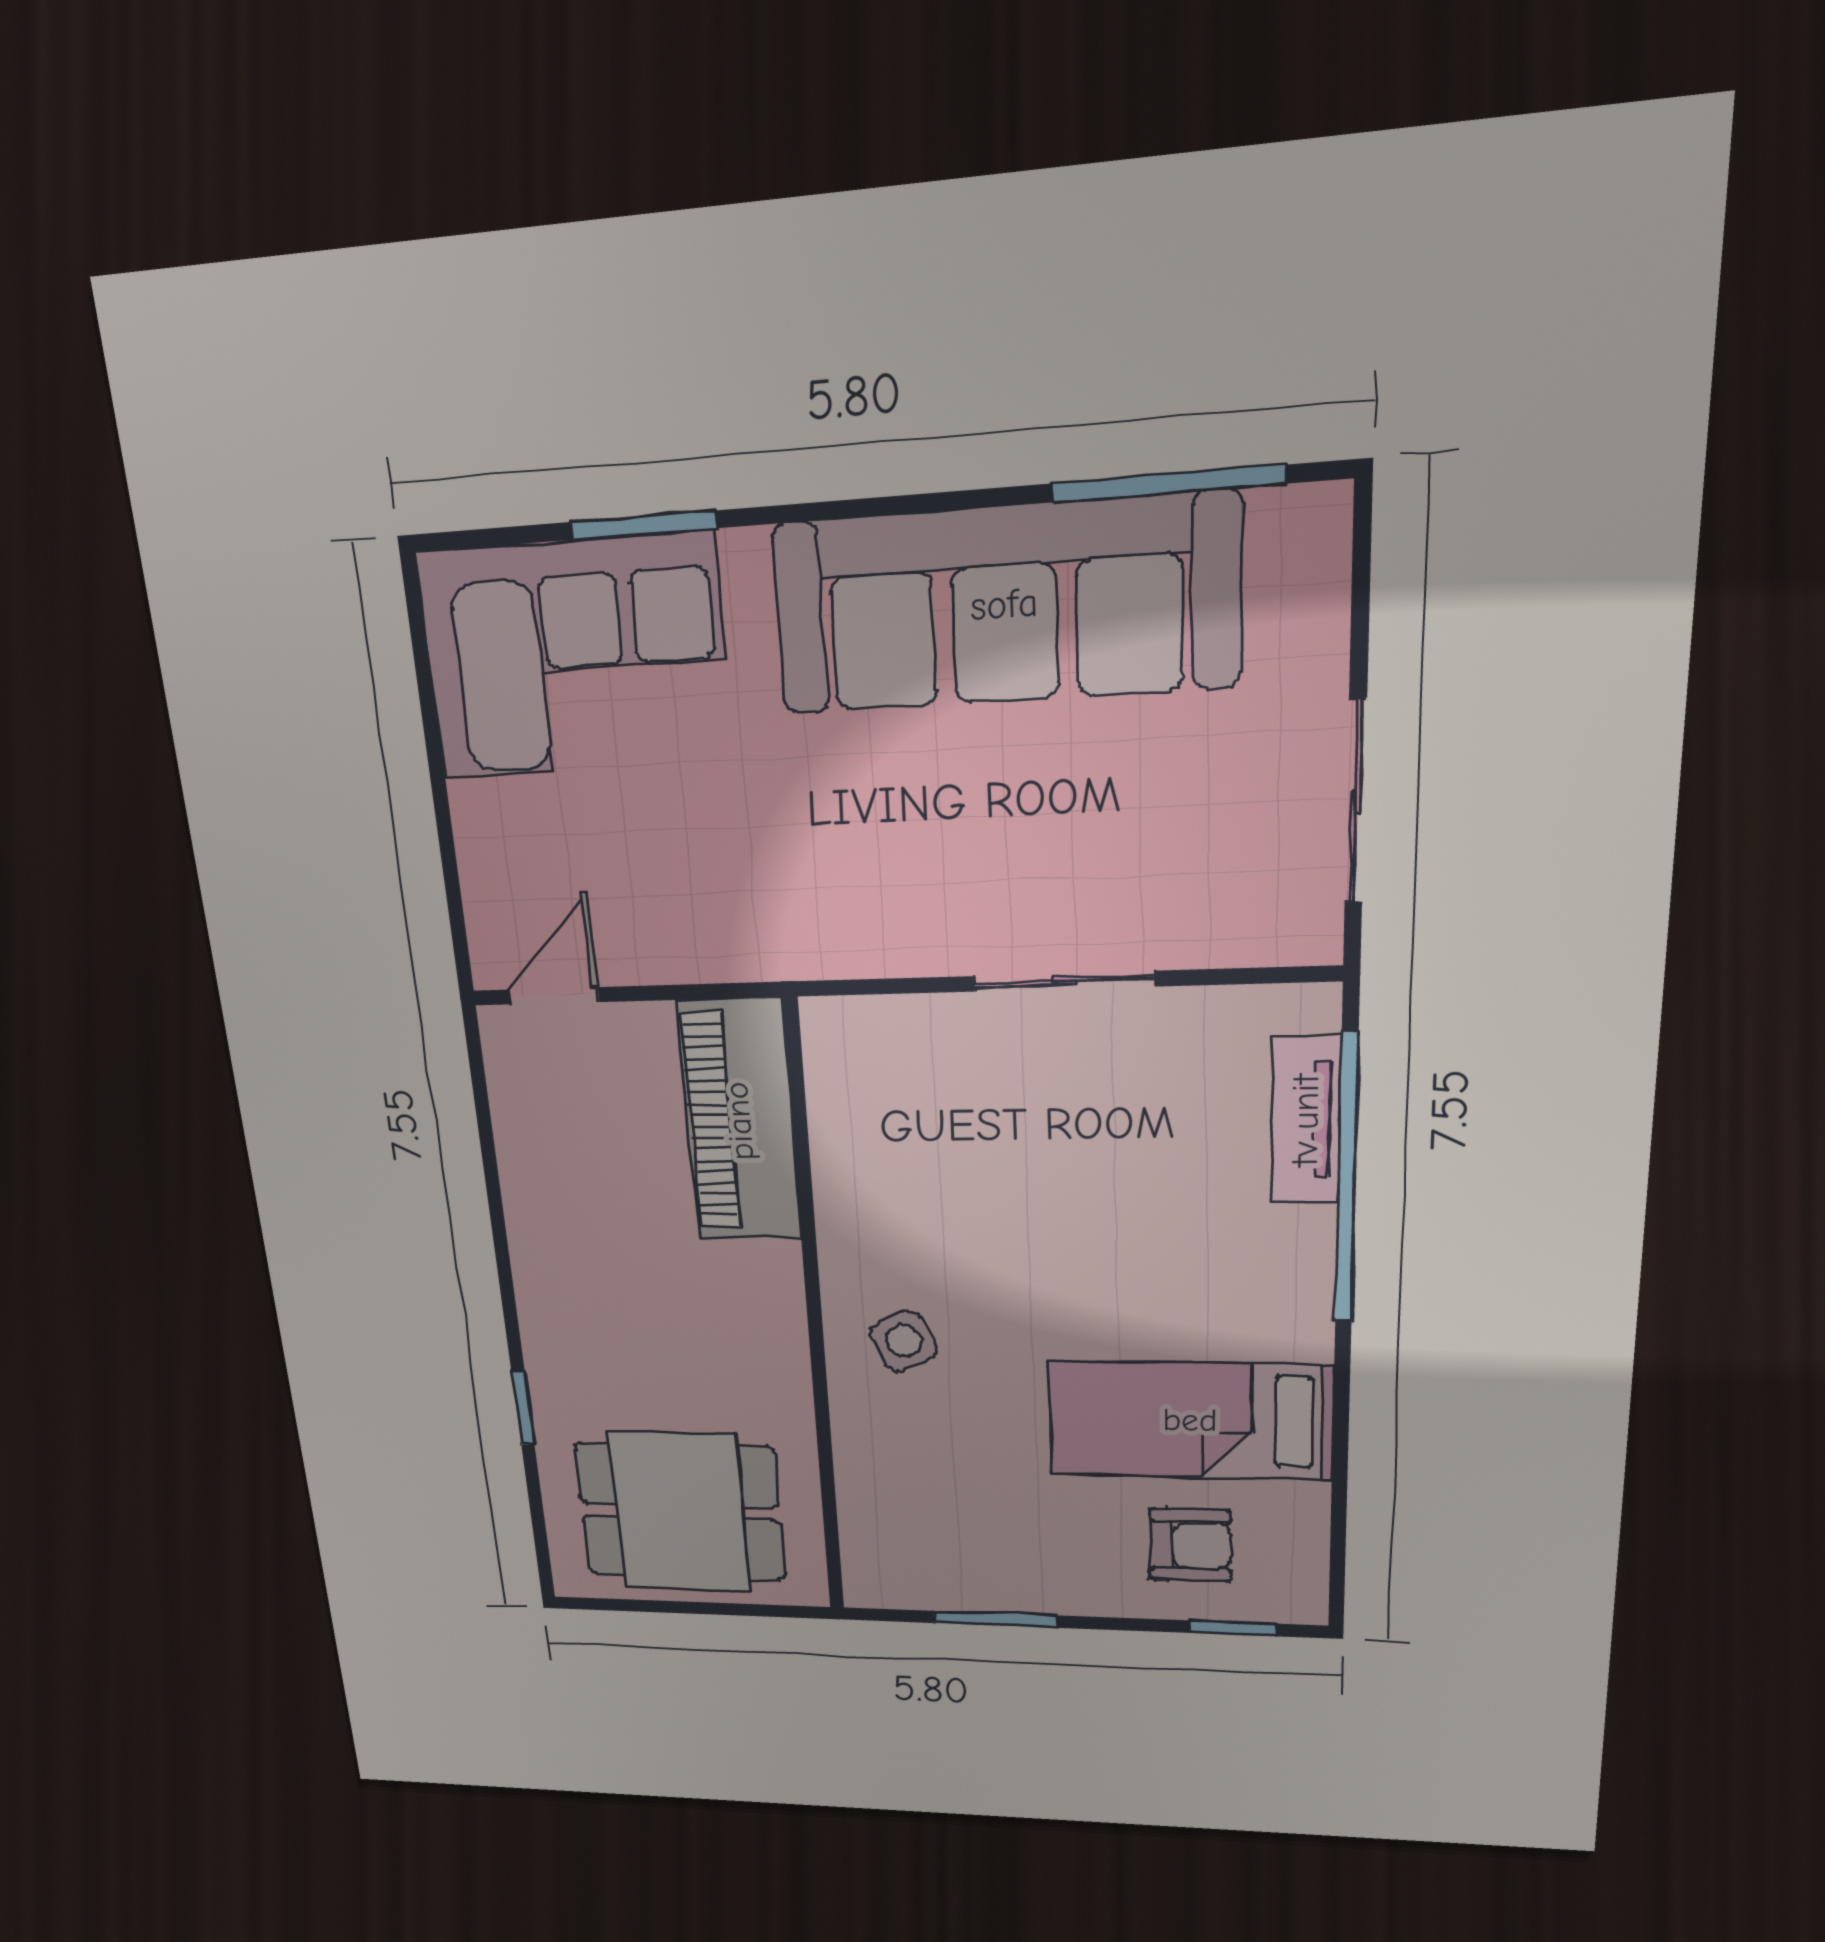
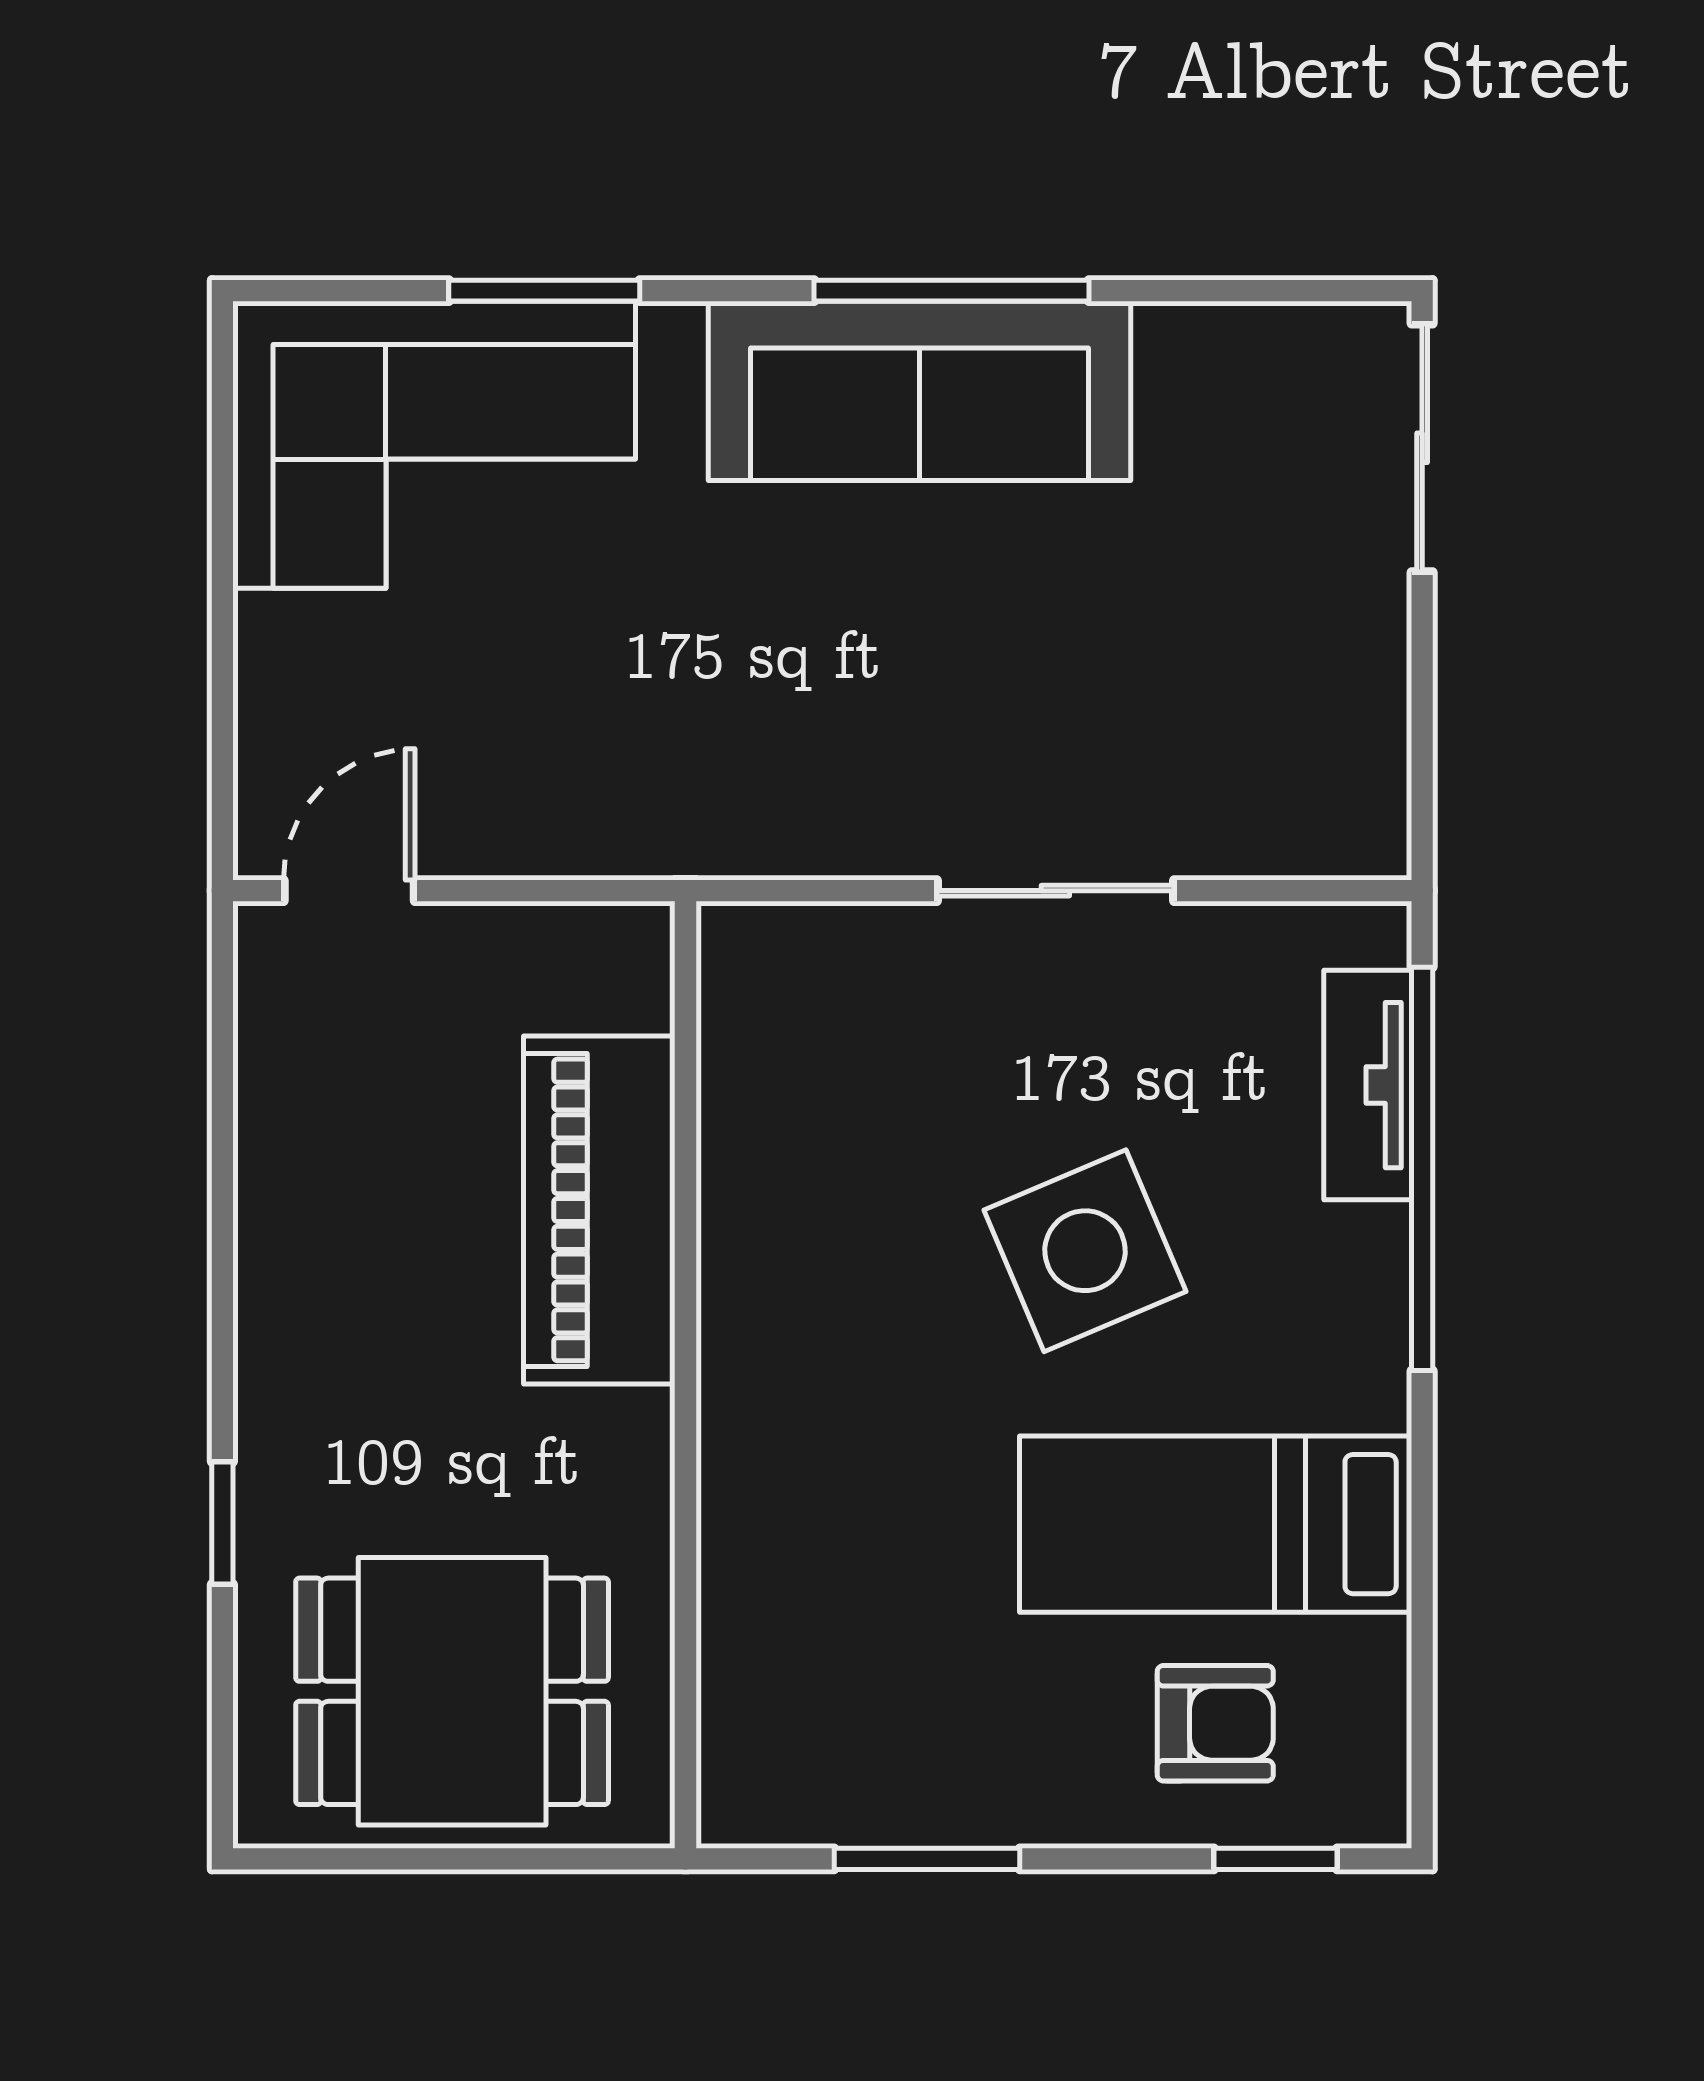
window: (1168, 483) -> (951, 291), moved
sofa: (1004, 604) -> (919, 391), width x0.74, depth x0.79
sliding door: (1356, 802) -> (1422, 448), moved
piano: (739, 1121) -> (599, 1210), moved
side table: (904, 1341) -> (1085, 1251), moved, width x1.87, depth x1.87

